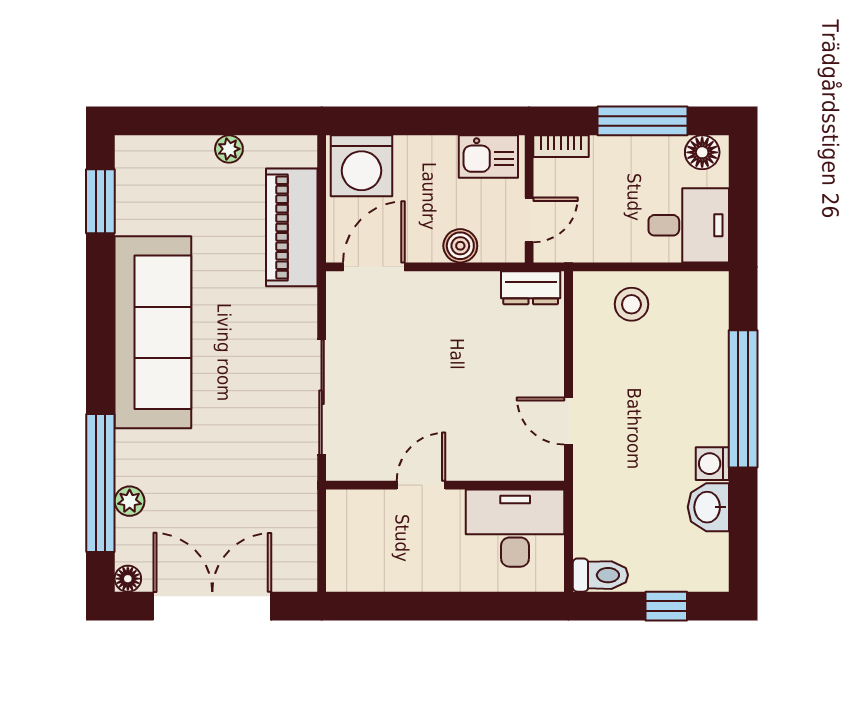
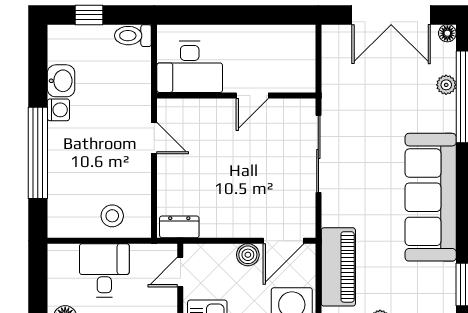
desk: (689, 225) -> (104, 270), moved, turned 90
boiler: (460, 246) -> (248, 255), moved

